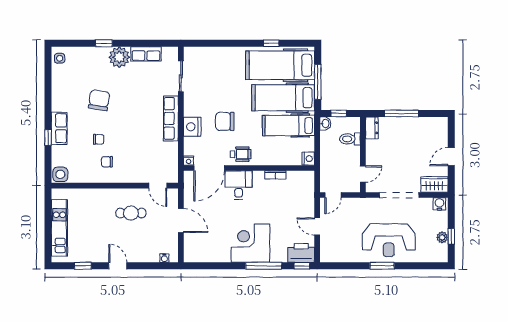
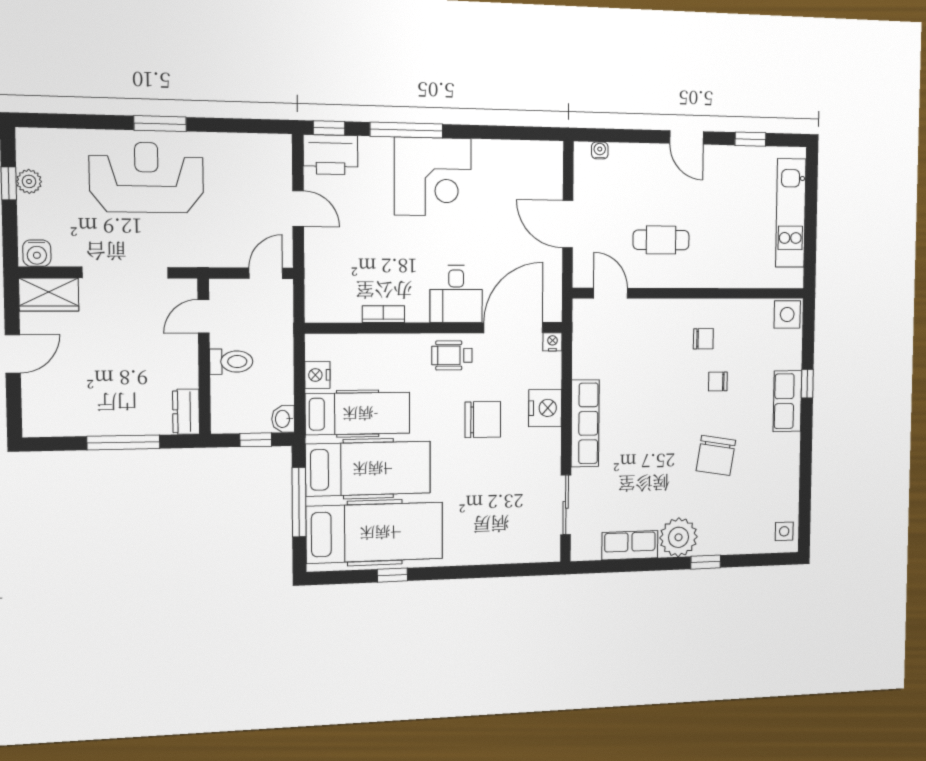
toilet: (350, 139) -> (231, 362), moved
nightstand: (308, 159) -> (317, 375), moved

